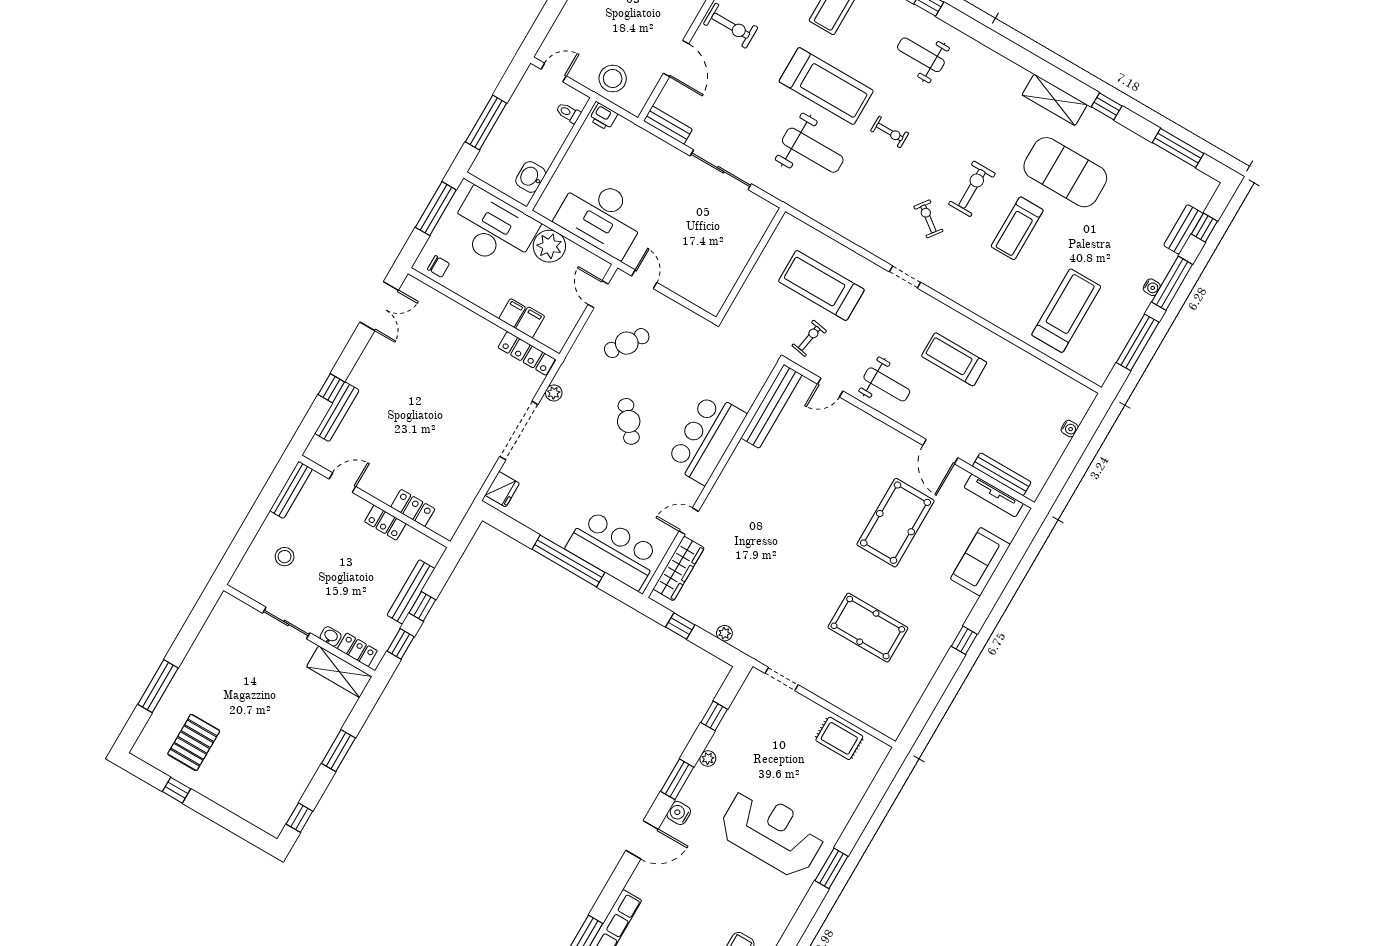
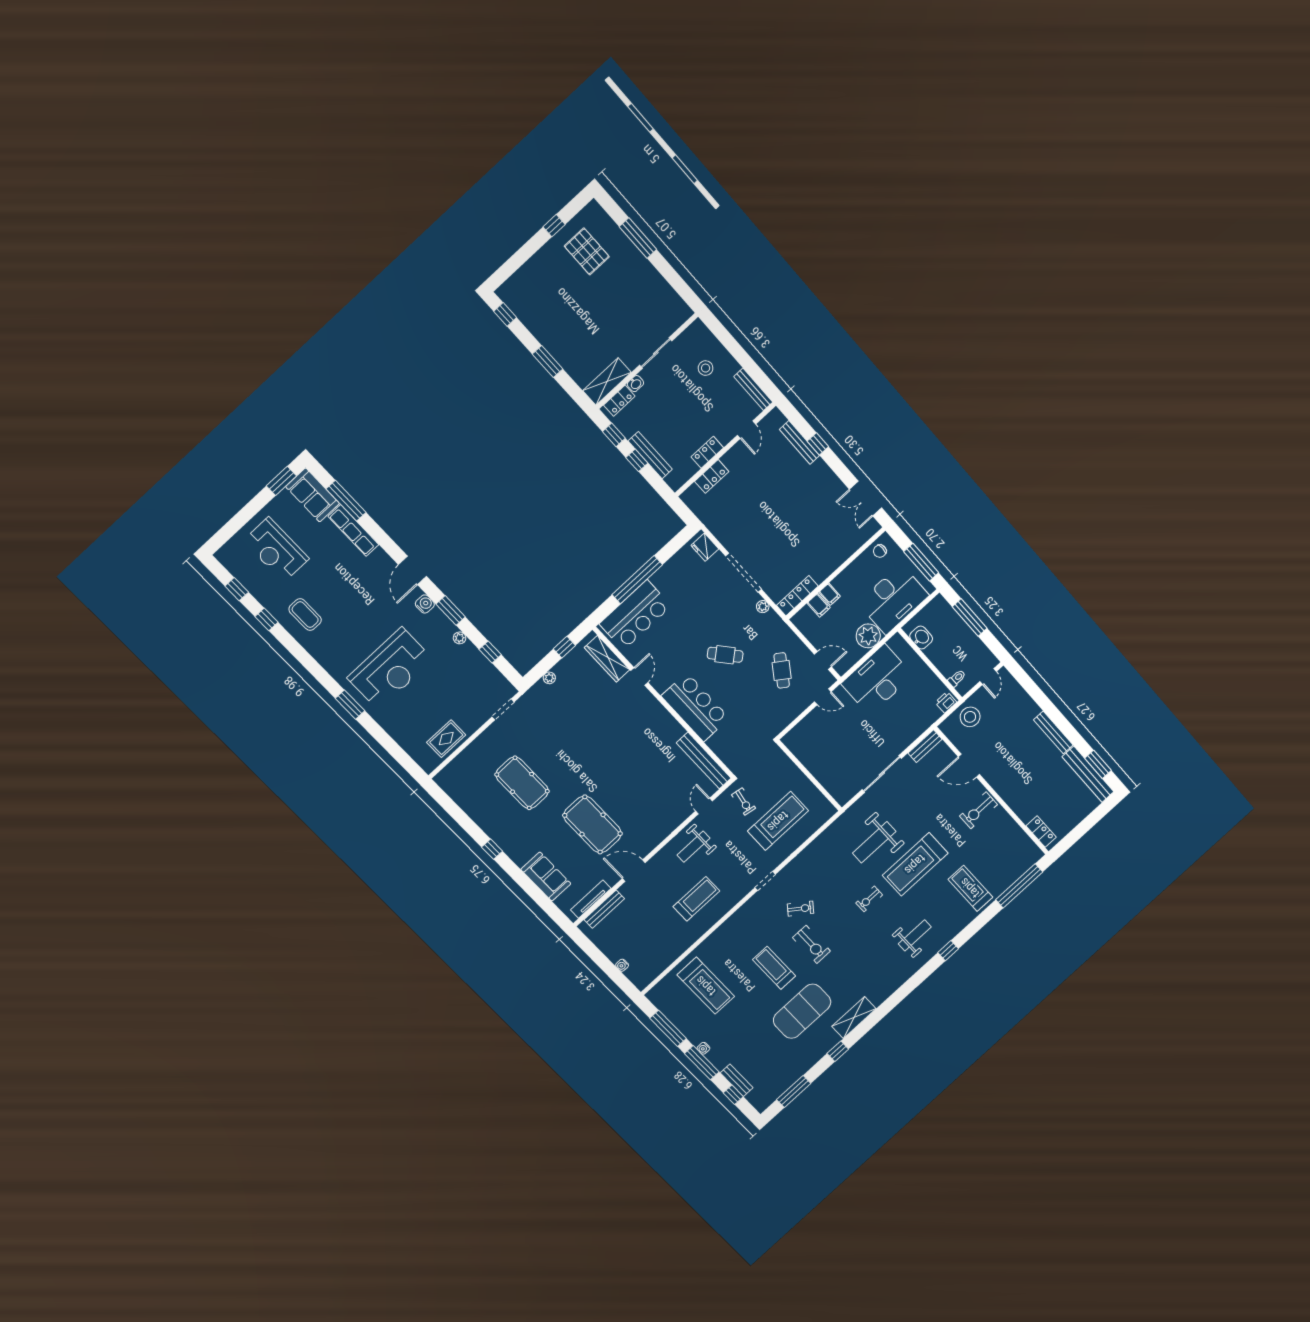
pool table: (868, 628) -> (522, 783), turned 90

